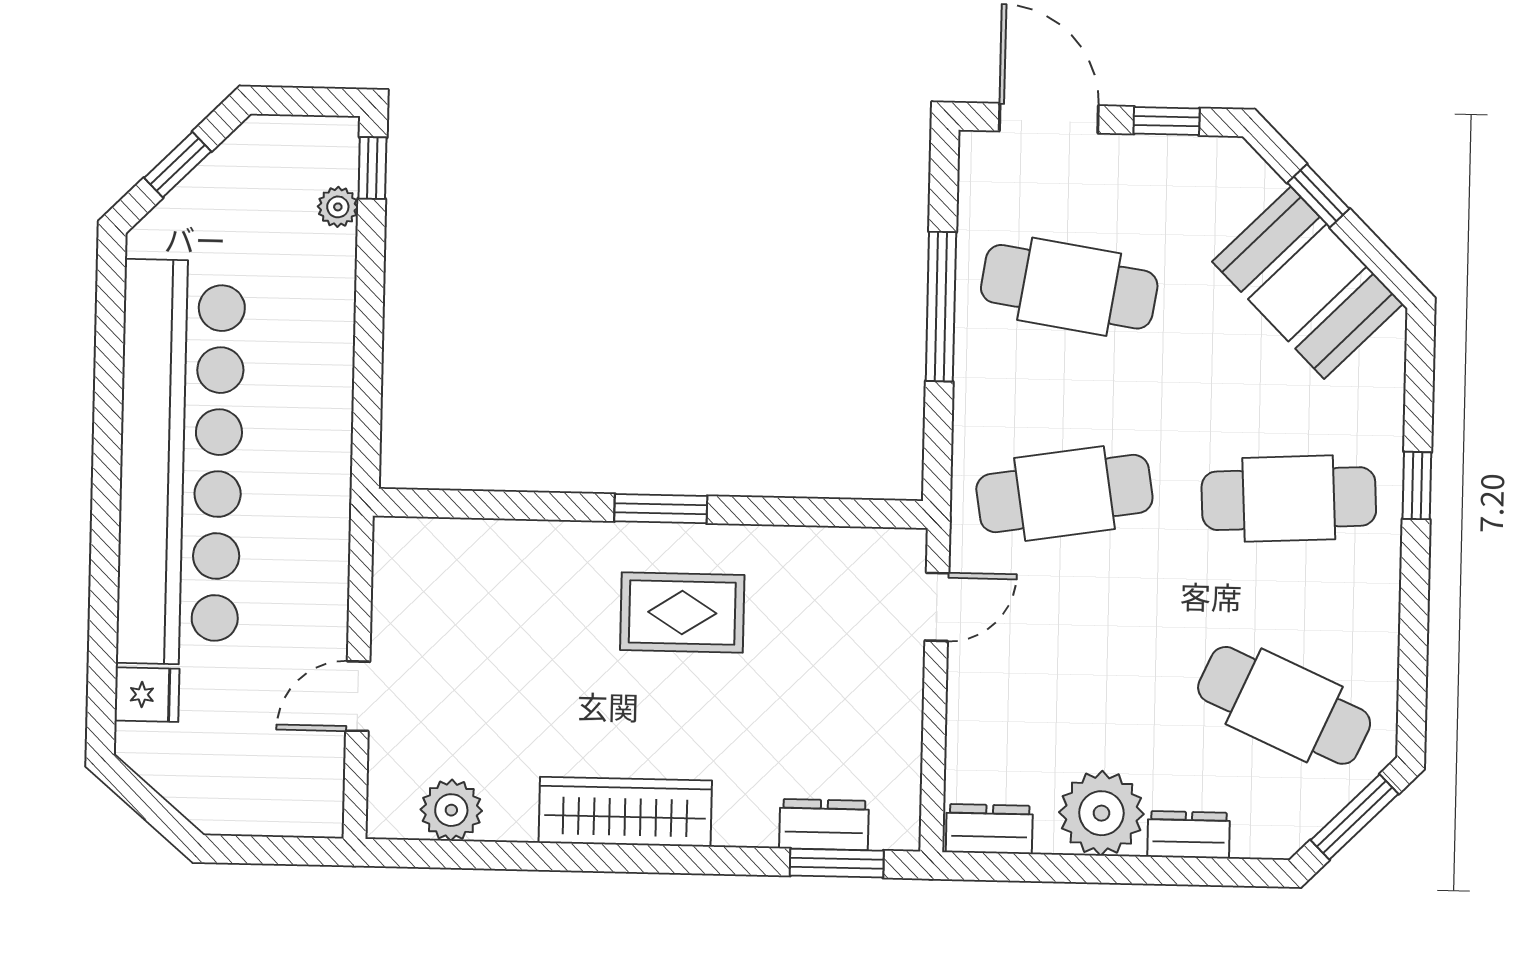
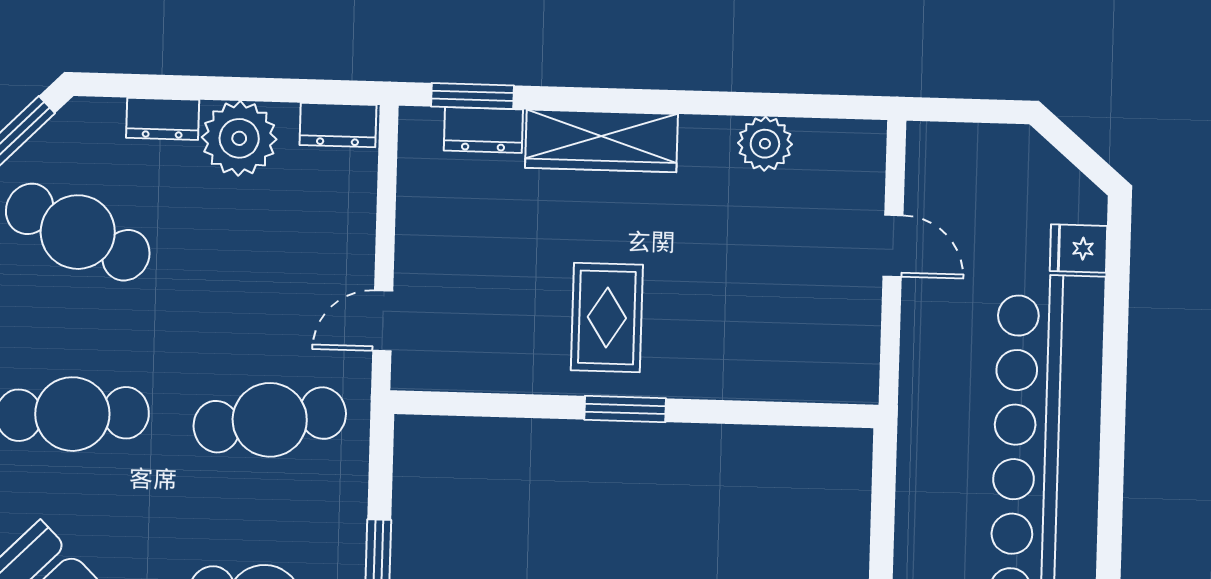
rug: (682, 613) -> (607, 317), turned 90
door: (358, 696) -> (893, 246), hinge flipped
plant: (451, 810) -> (765, 144), moved
wardrobe: (625, 812) -> (601, 141), moved

